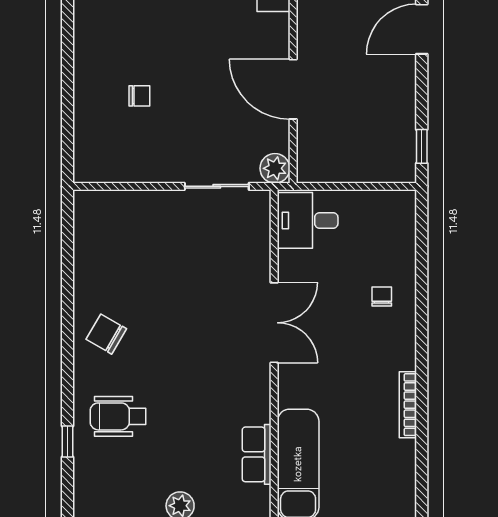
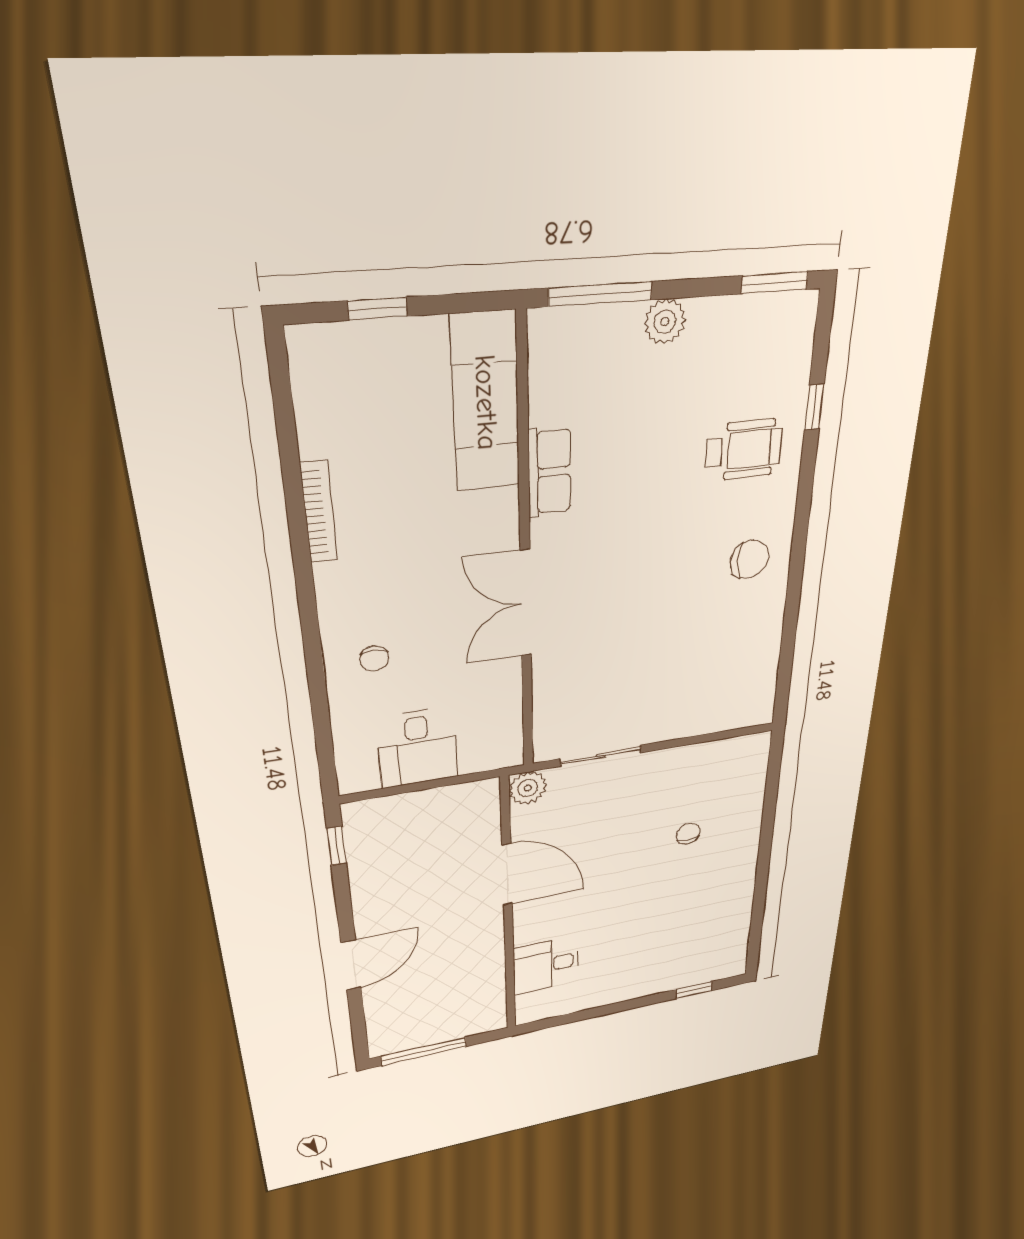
chair: (139, 96) -> (688, 834), turned 90
desk: (308, 220) -> (418, 748), moved, turned 90
chair: (106, 334) -> (749, 559), turned -30
row of seats: (257, 454) -> (549, 472), moved

